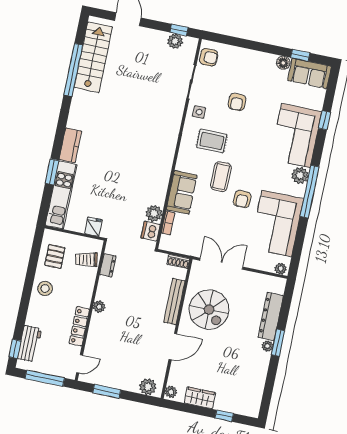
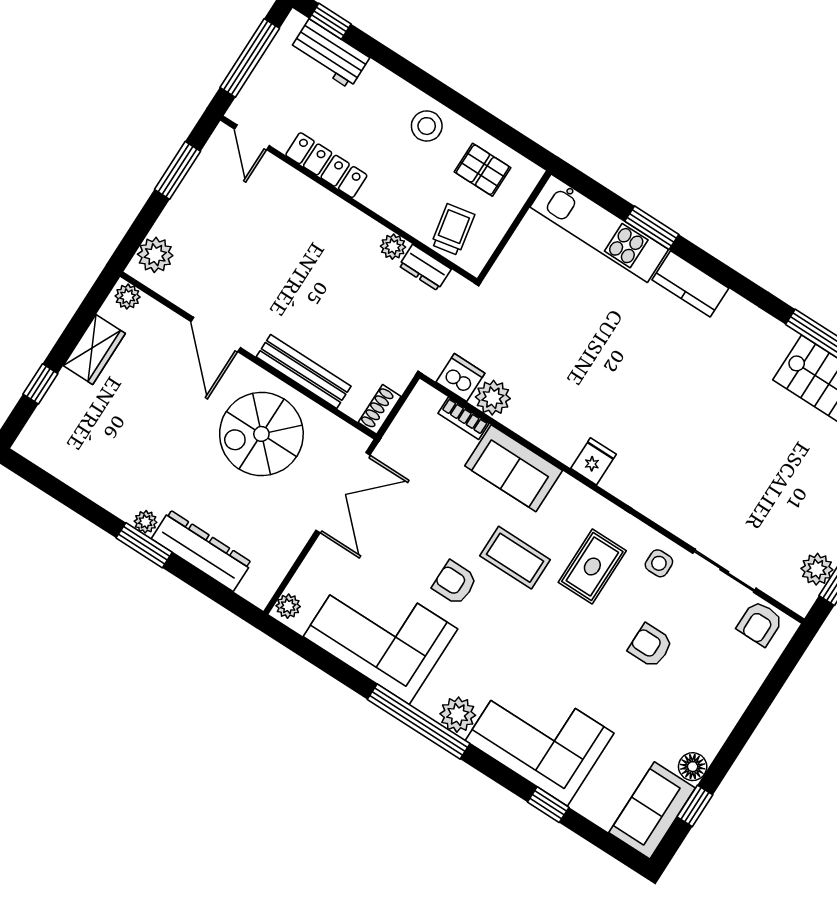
fridge: (93, 227) -> (593, 461), moved, turned -90
plant: (99, 307) -> (393, 247), moved

